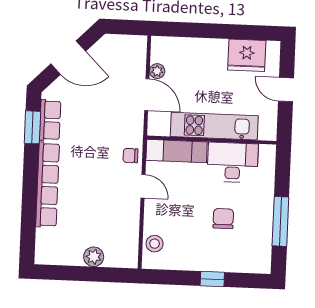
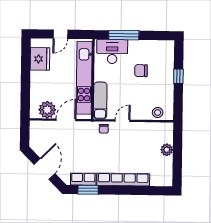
plant: (157, 71) -> (47, 110), width x1.87, depth x1.87
kitchen unit: (214, 126) -> (84, 78), width x1.36
desk: (233, 162) -> (112, 52), moved, turned 90
window: (280, 221) -> (124, 35), moved

